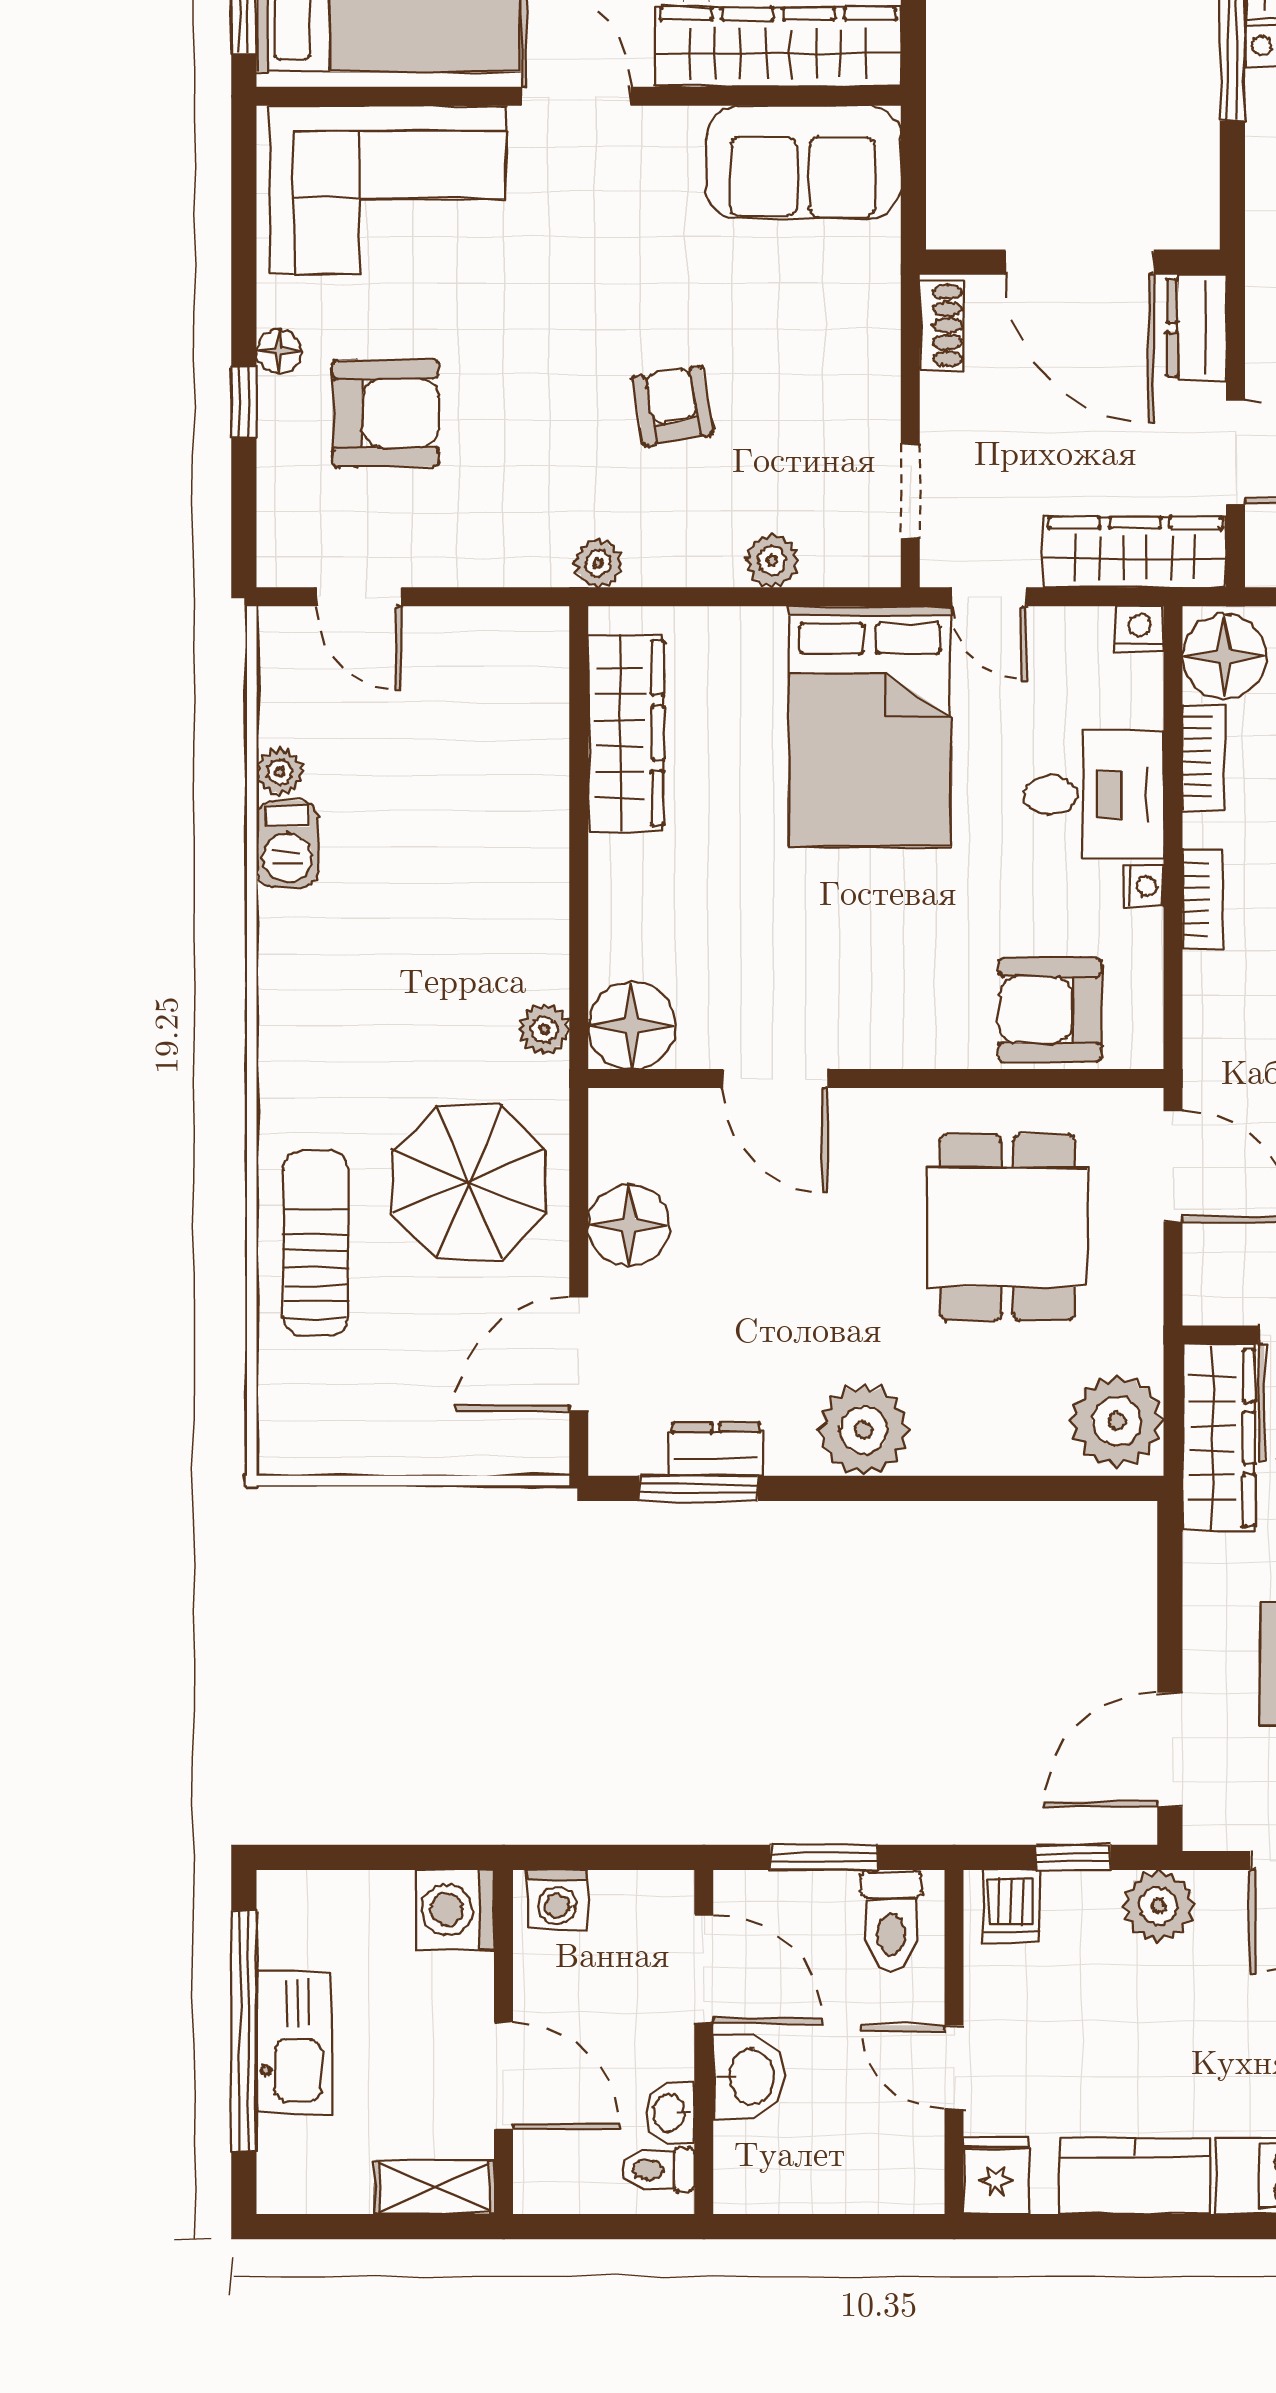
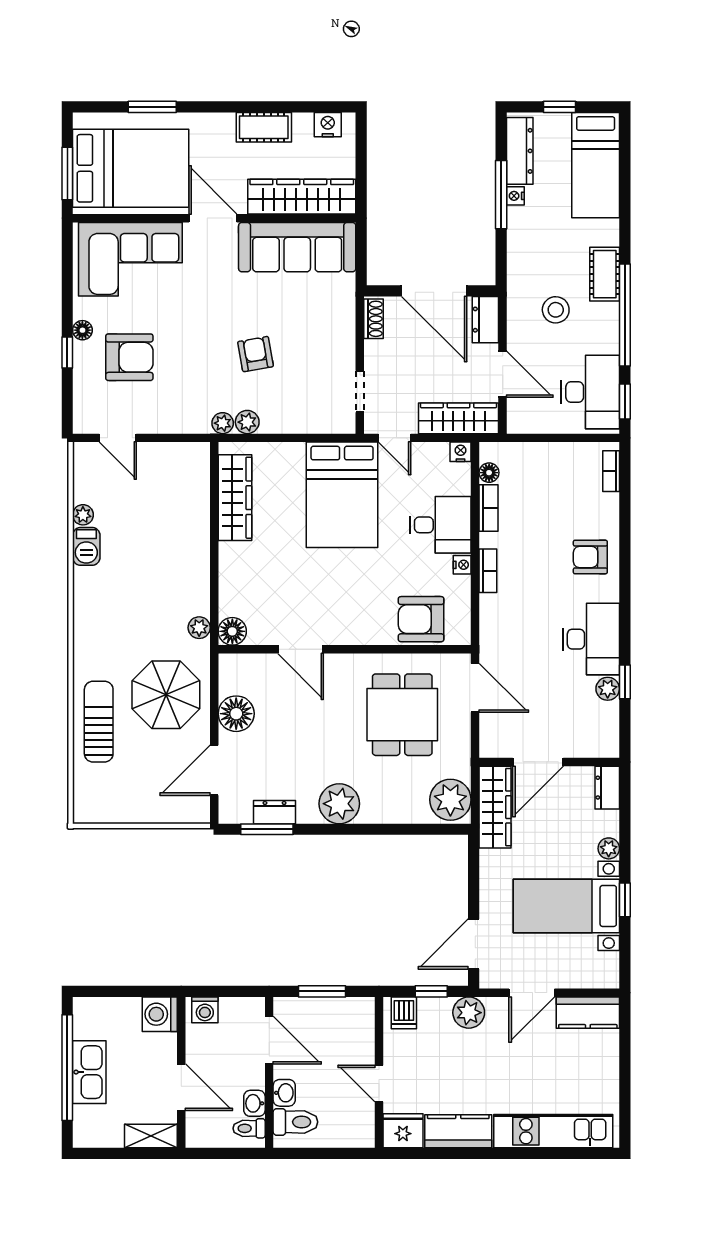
sofa: (803, 162) -> (297, 247), width x1.36
plant: (772, 561) -> (247, 422), moved
floor lamp: (1225, 656) -> (489, 473), width x0.53, depth x0.53
floor lamp: (632, 1025) -> (232, 631), width x0.73, depth x0.73
toilet: (891, 1920) -> (295, 1122), moved, turned -90
washbasin: (749, 2077) -> (284, 1093), width x0.72, depth x0.69
fridge: (996, 2175) -> (403, 1131), width x1.38

